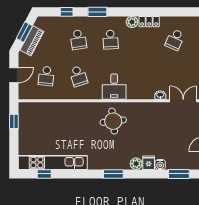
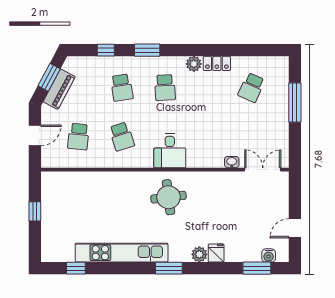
window: (14, 121) -> (35, 211), moved
kitchen unit: (53, 162) -> (122, 253), moved
water cooler: (160, 165) -> (269, 255), moved

